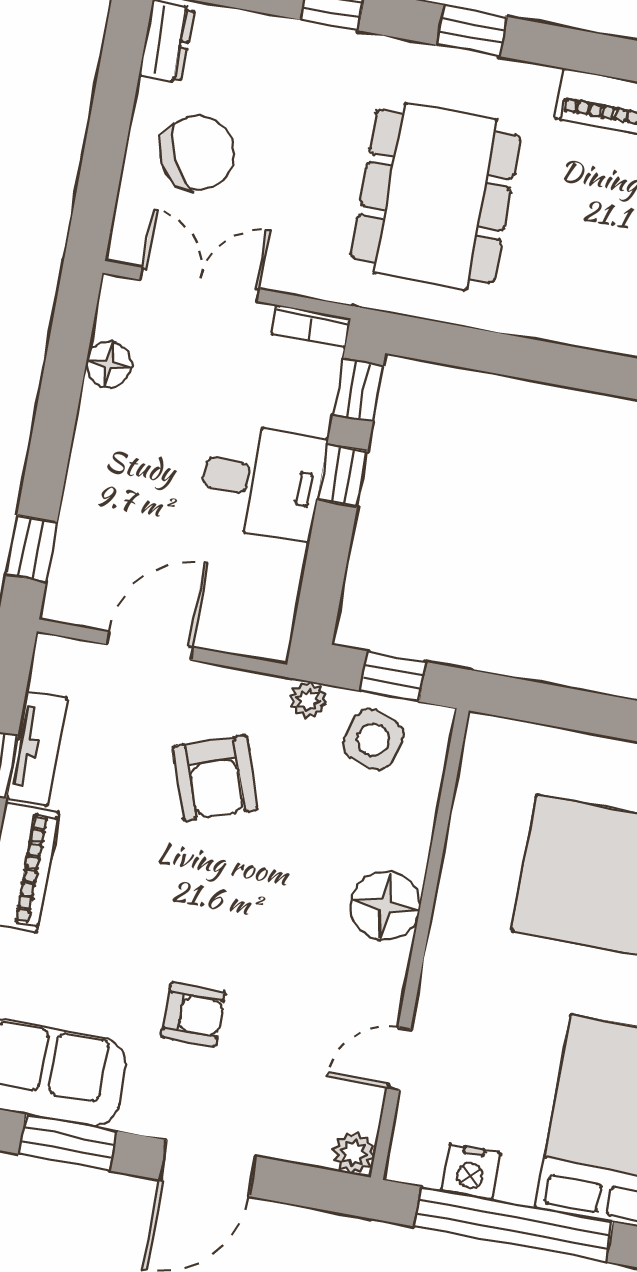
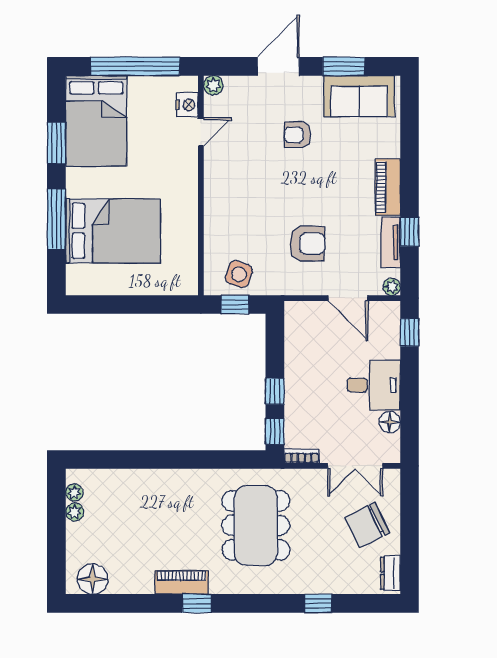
window: (472, 31) -> (197, 603), moved
desk: (262, 481) -> (374, 385), moved, turned 180
door: (149, 646) -> (348, 298), hinge flipped
plant: (308, 700) -> (392, 287), moved
armchair: (215, 778) -> (307, 244), turned 109
floor lamp: (386, 906) -> (219, 200), removed
nightstand: (470, 1172) -> (187, 105), moved, turned 90

